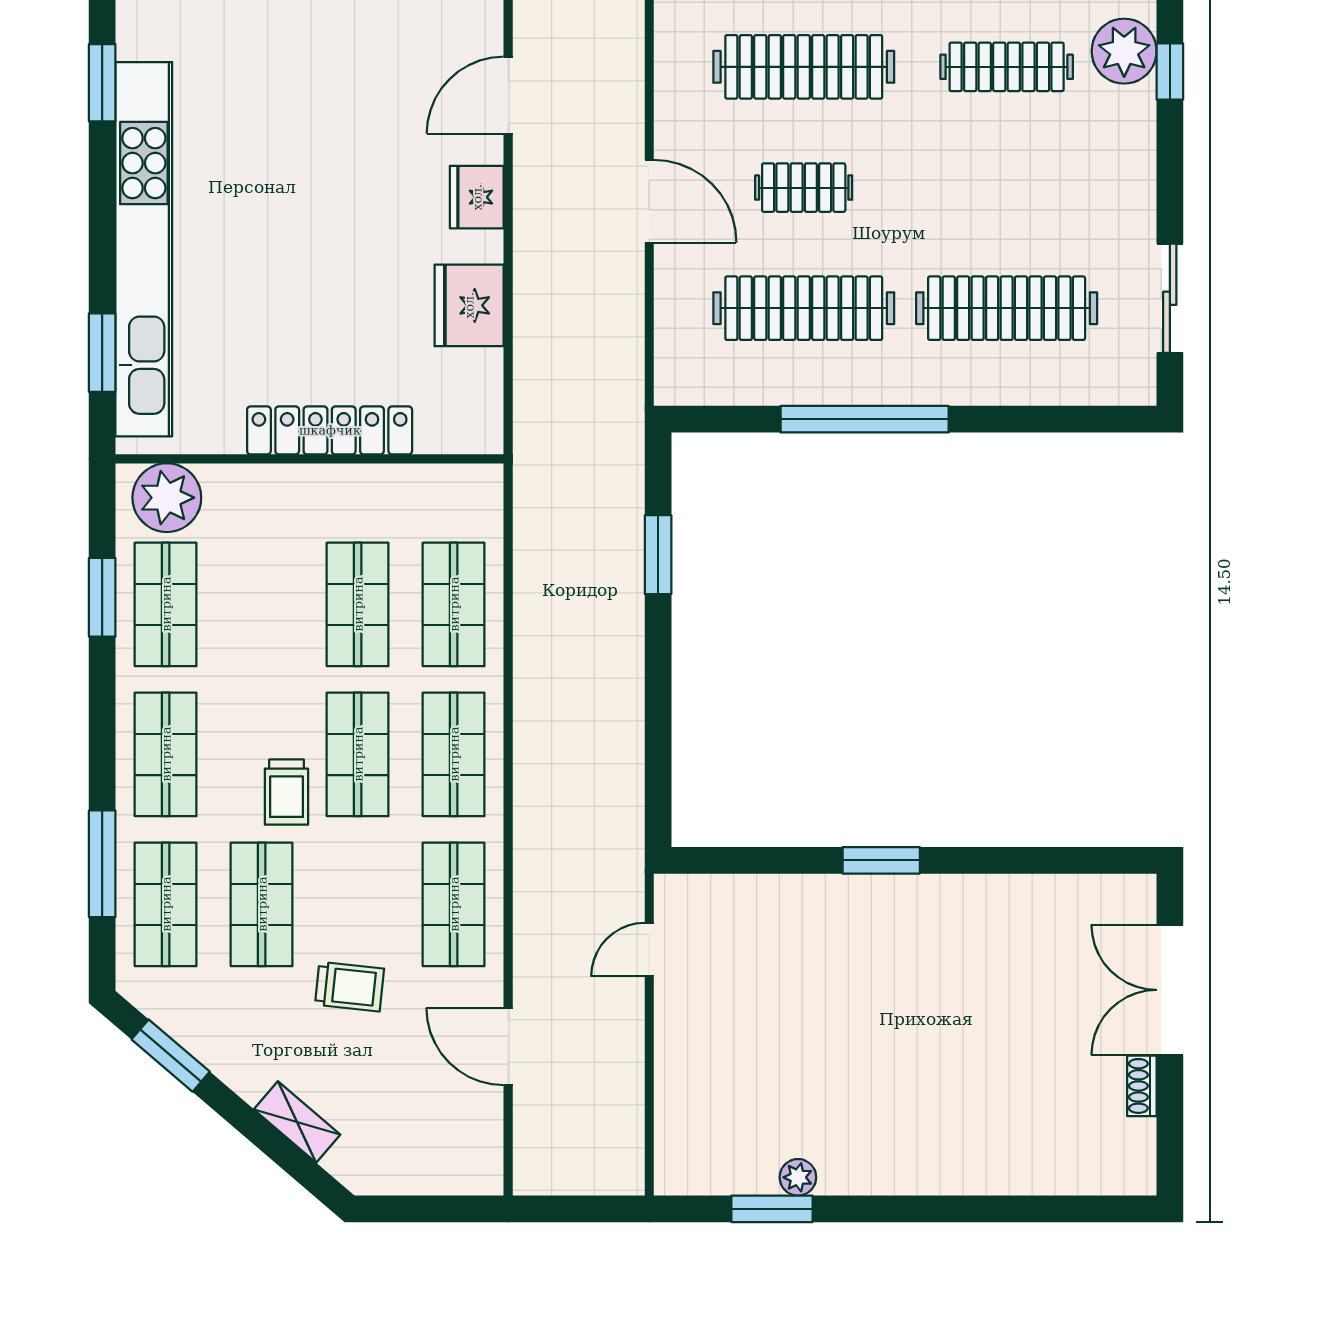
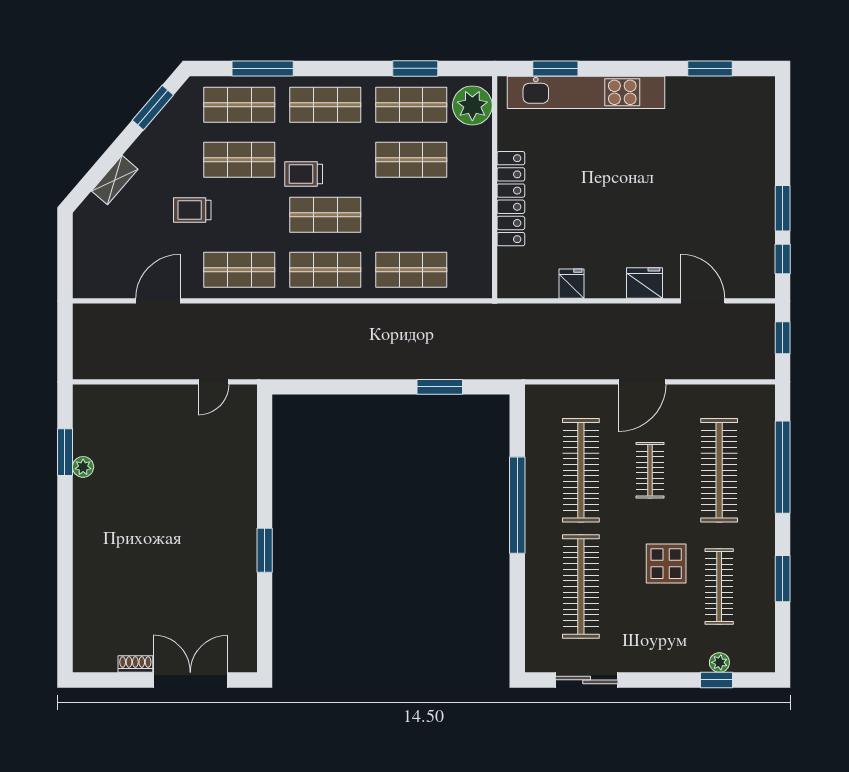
plant: (1124, 51) -> (719, 662), width x0.53, depth x0.53
display table: (967, 159) -> (666, 564), added
kitchen unit: (144, 249) -> (586, 92), width x0.73
fridge: (469, 305) -> (571, 284), width x0.53, depth x0.75
shop shelf: (358, 604) -> (411, 160), moved
window: (881, 860) -> (265, 550), moved
door: (649, 950) -> (213, 382), swing flipped
trolley: (350, 987) -> (192, 210), turned 84

